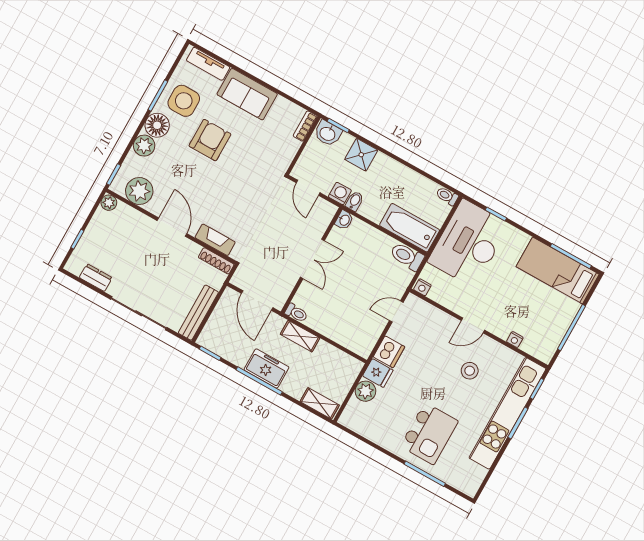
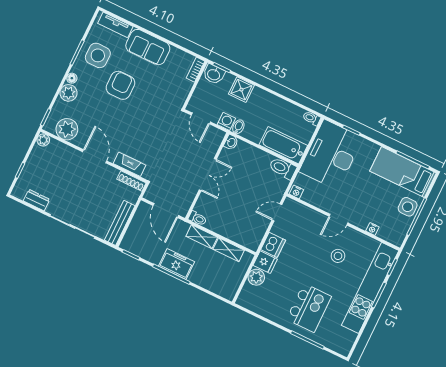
floor lamp: (157, 125) -> (72, 78), width x0.53, depth x0.53
side table: (561, 314) -> (408, 207), added
shelving: (320, 403) -> (229, 250), moved

